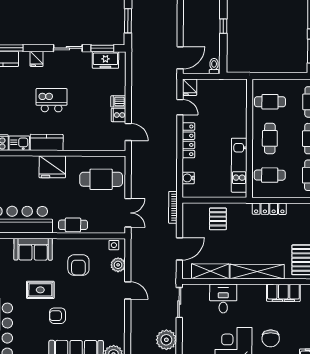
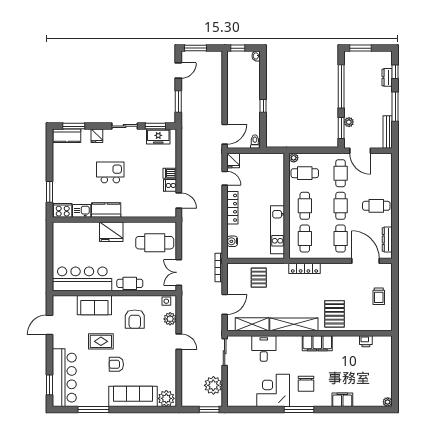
plant: (257, 84) -> (294, 158), added
cafe table: (270, 175) -> (305, 238), turned 90
double door: (128, 213) -> (179, 272), swing flipped

